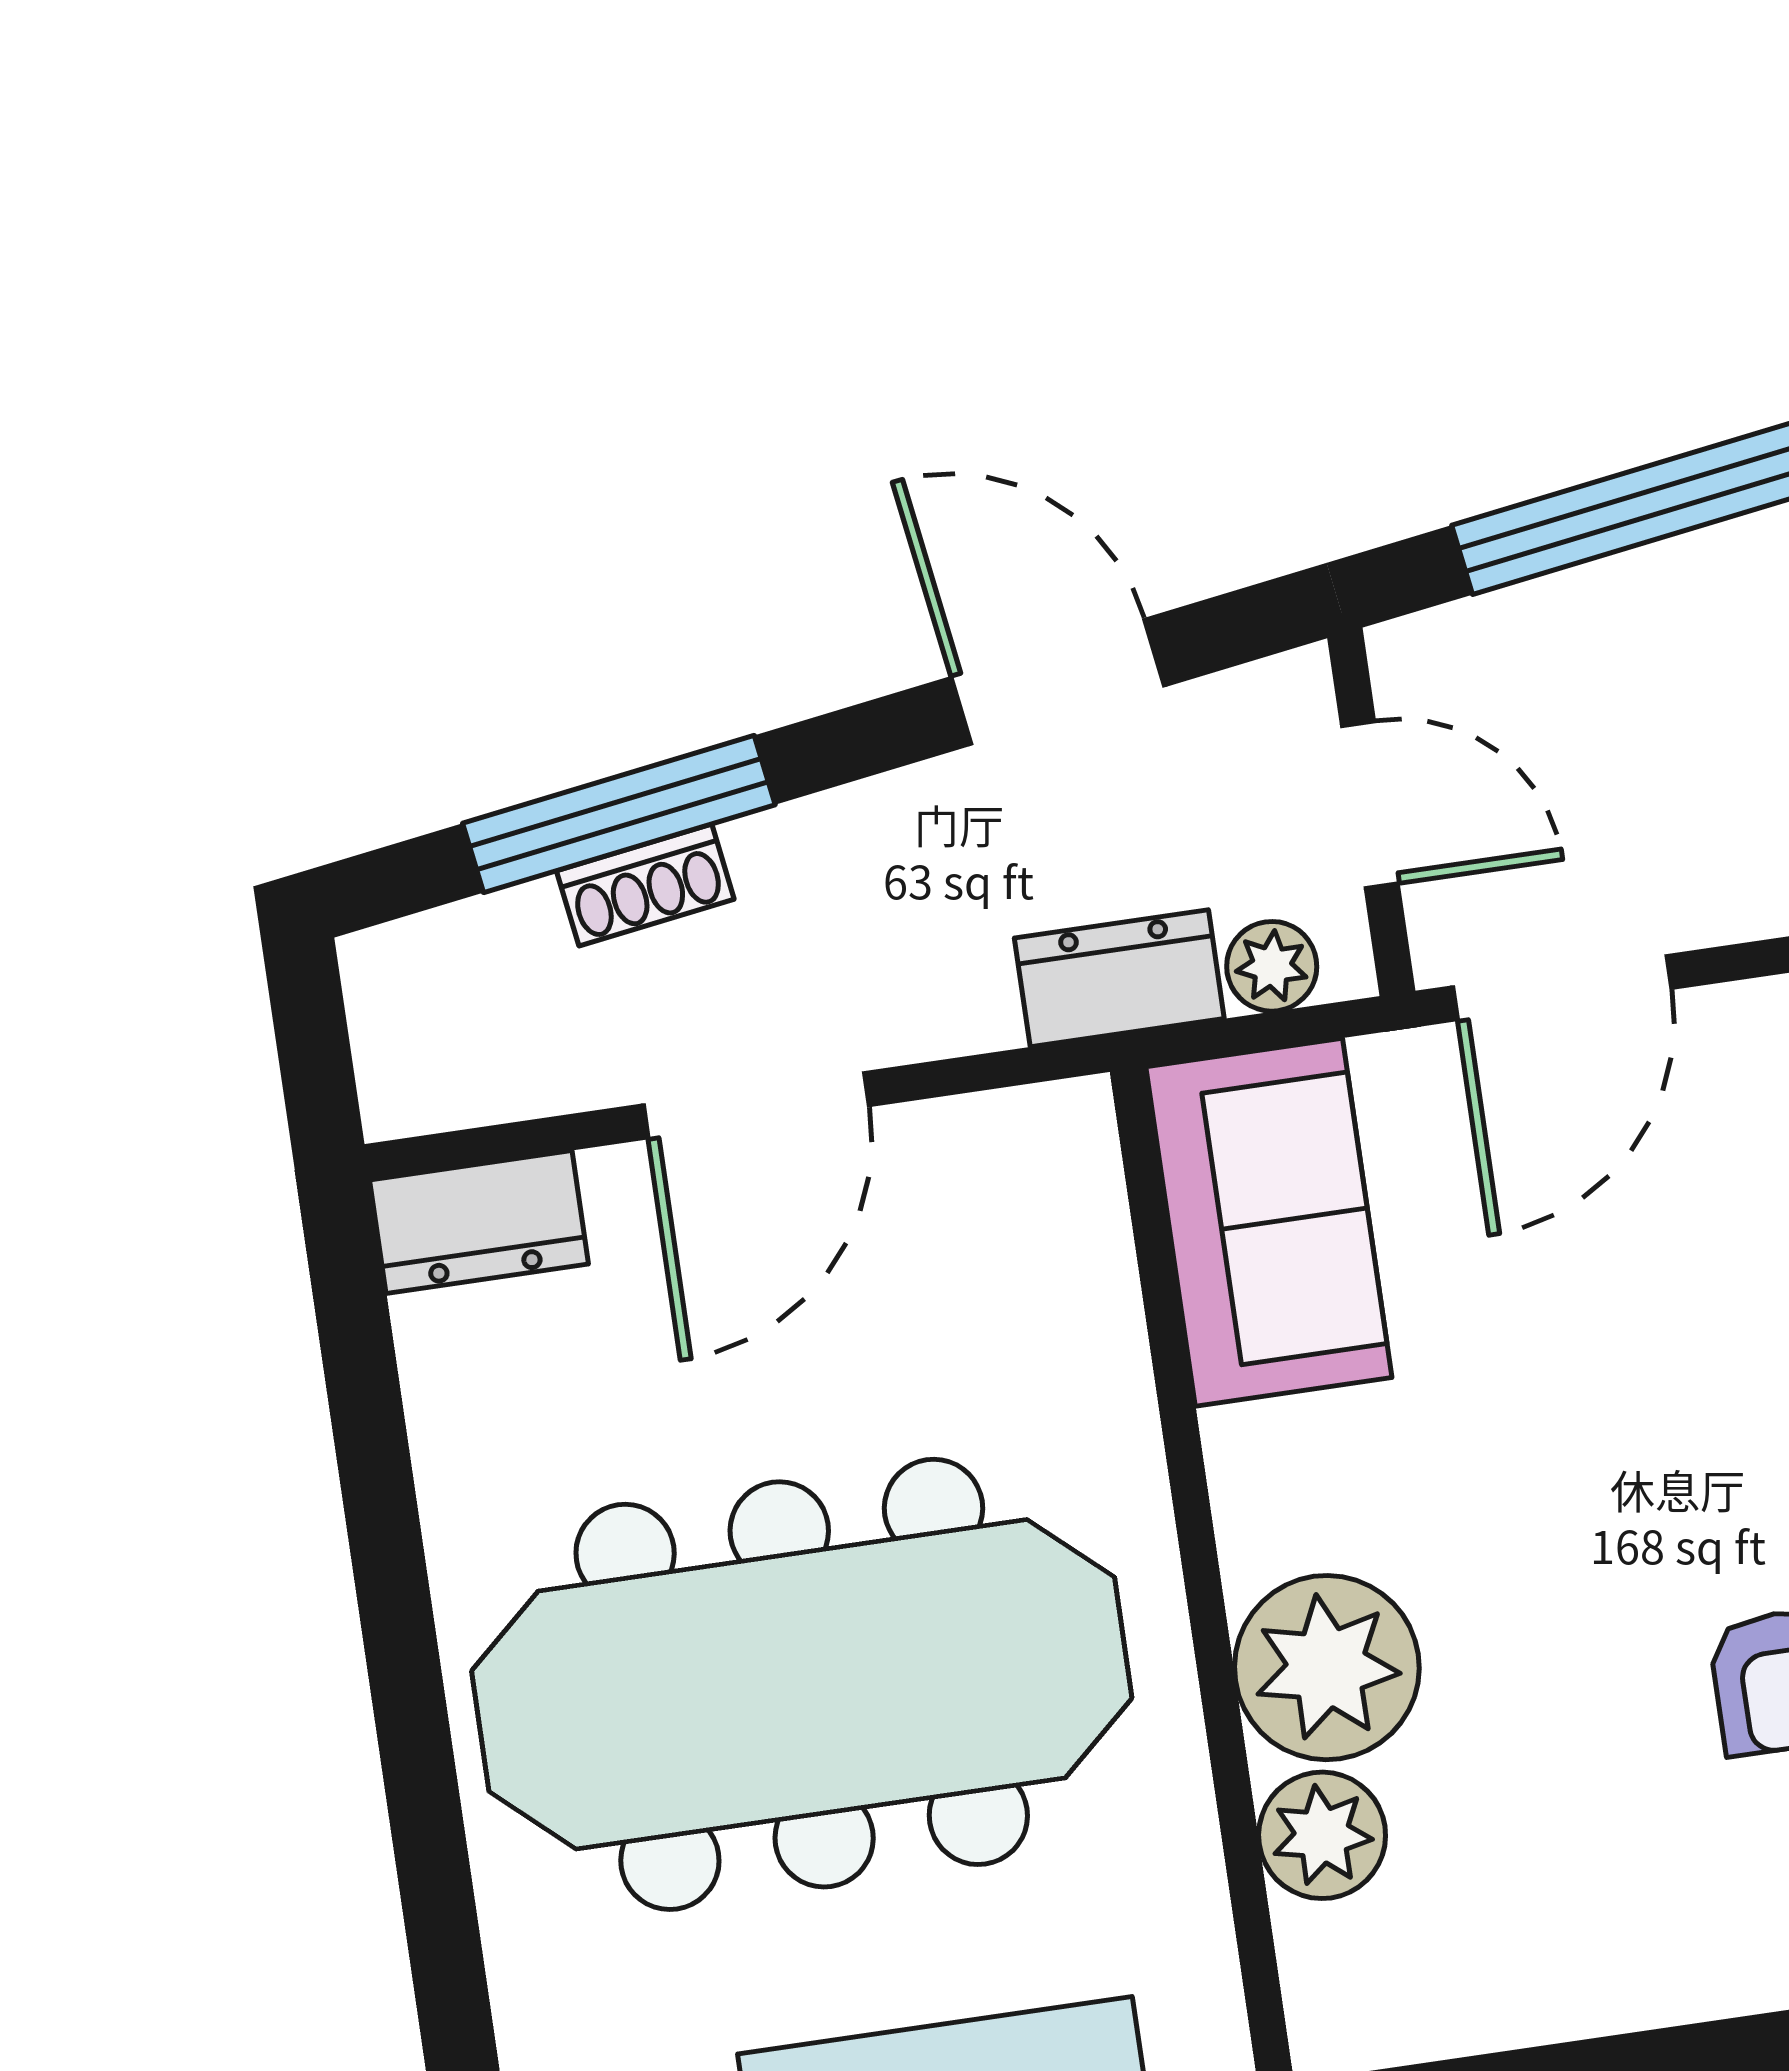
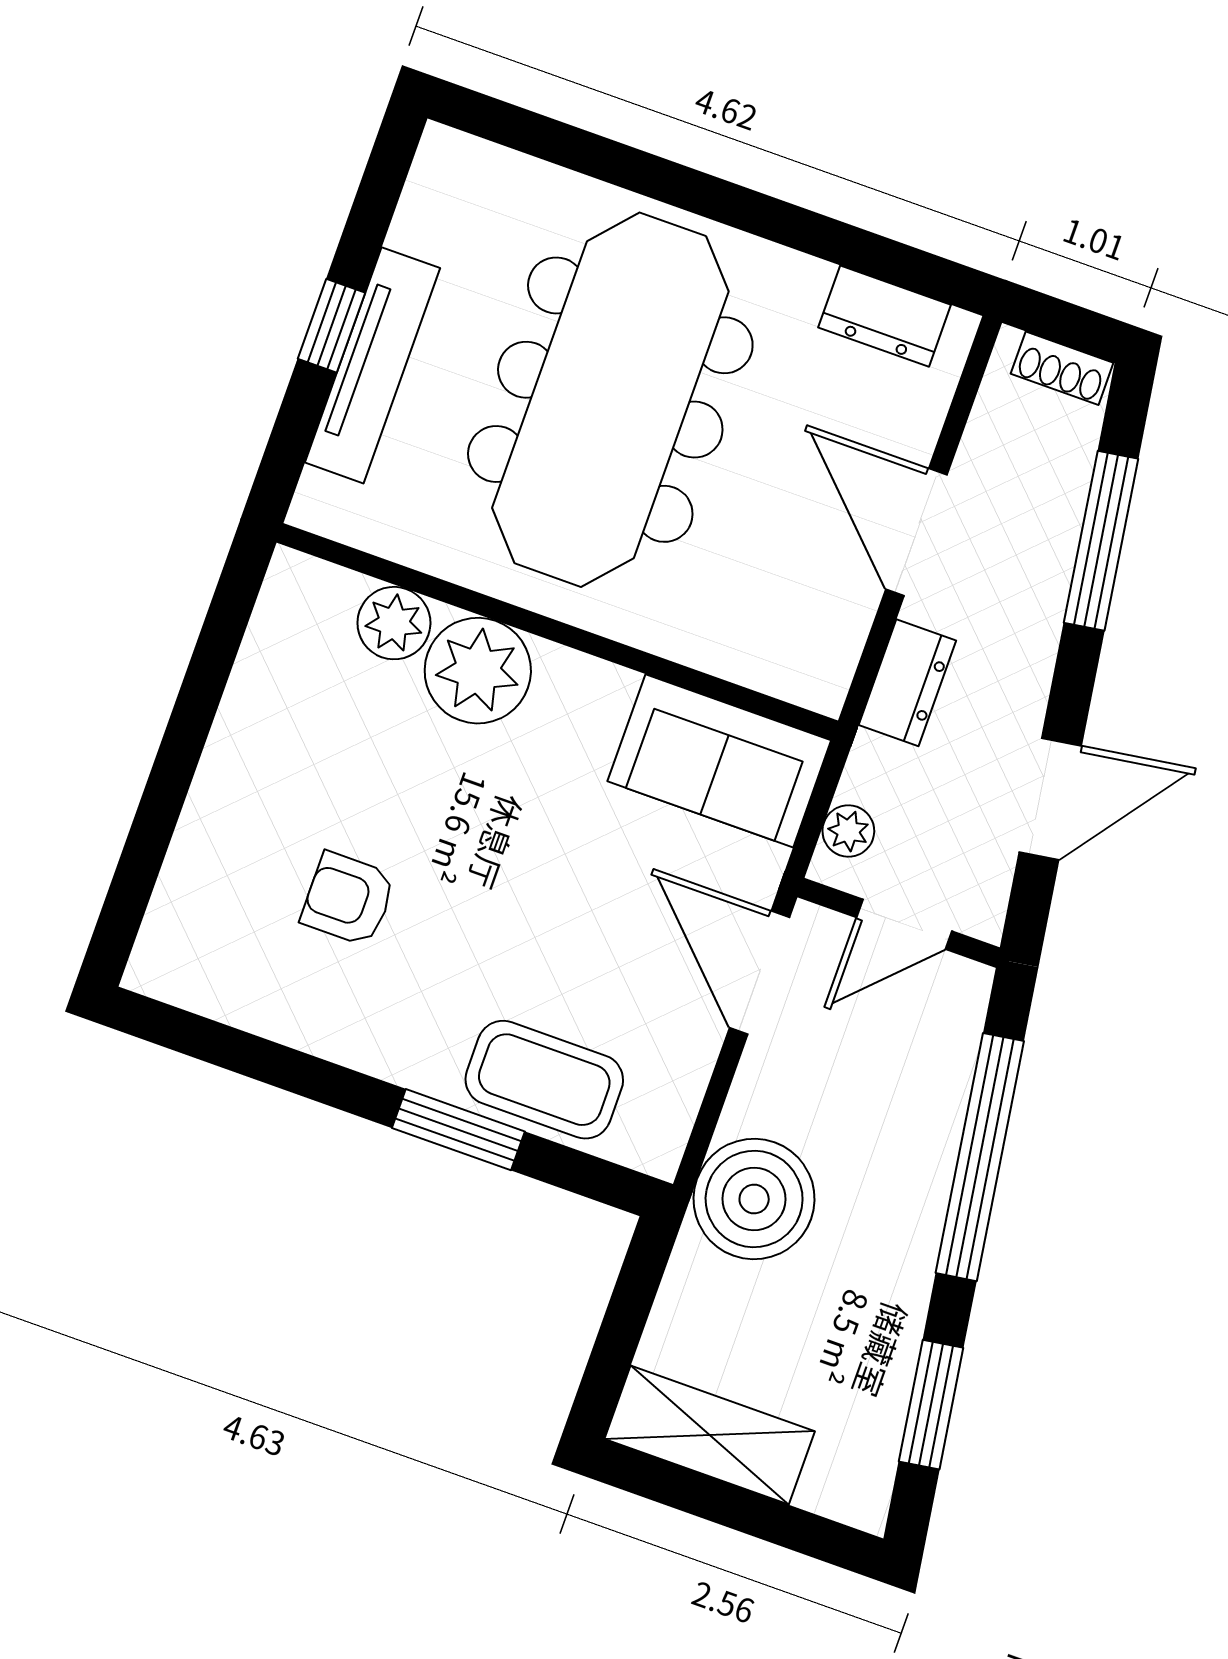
shoe rack: (645, 885) -> (1062, 368), moved, turned -82
dresser: (1119, 978) -> (907, 683), moved
dresser: (479, 1222) -> (885, 316), moved, turned -90

